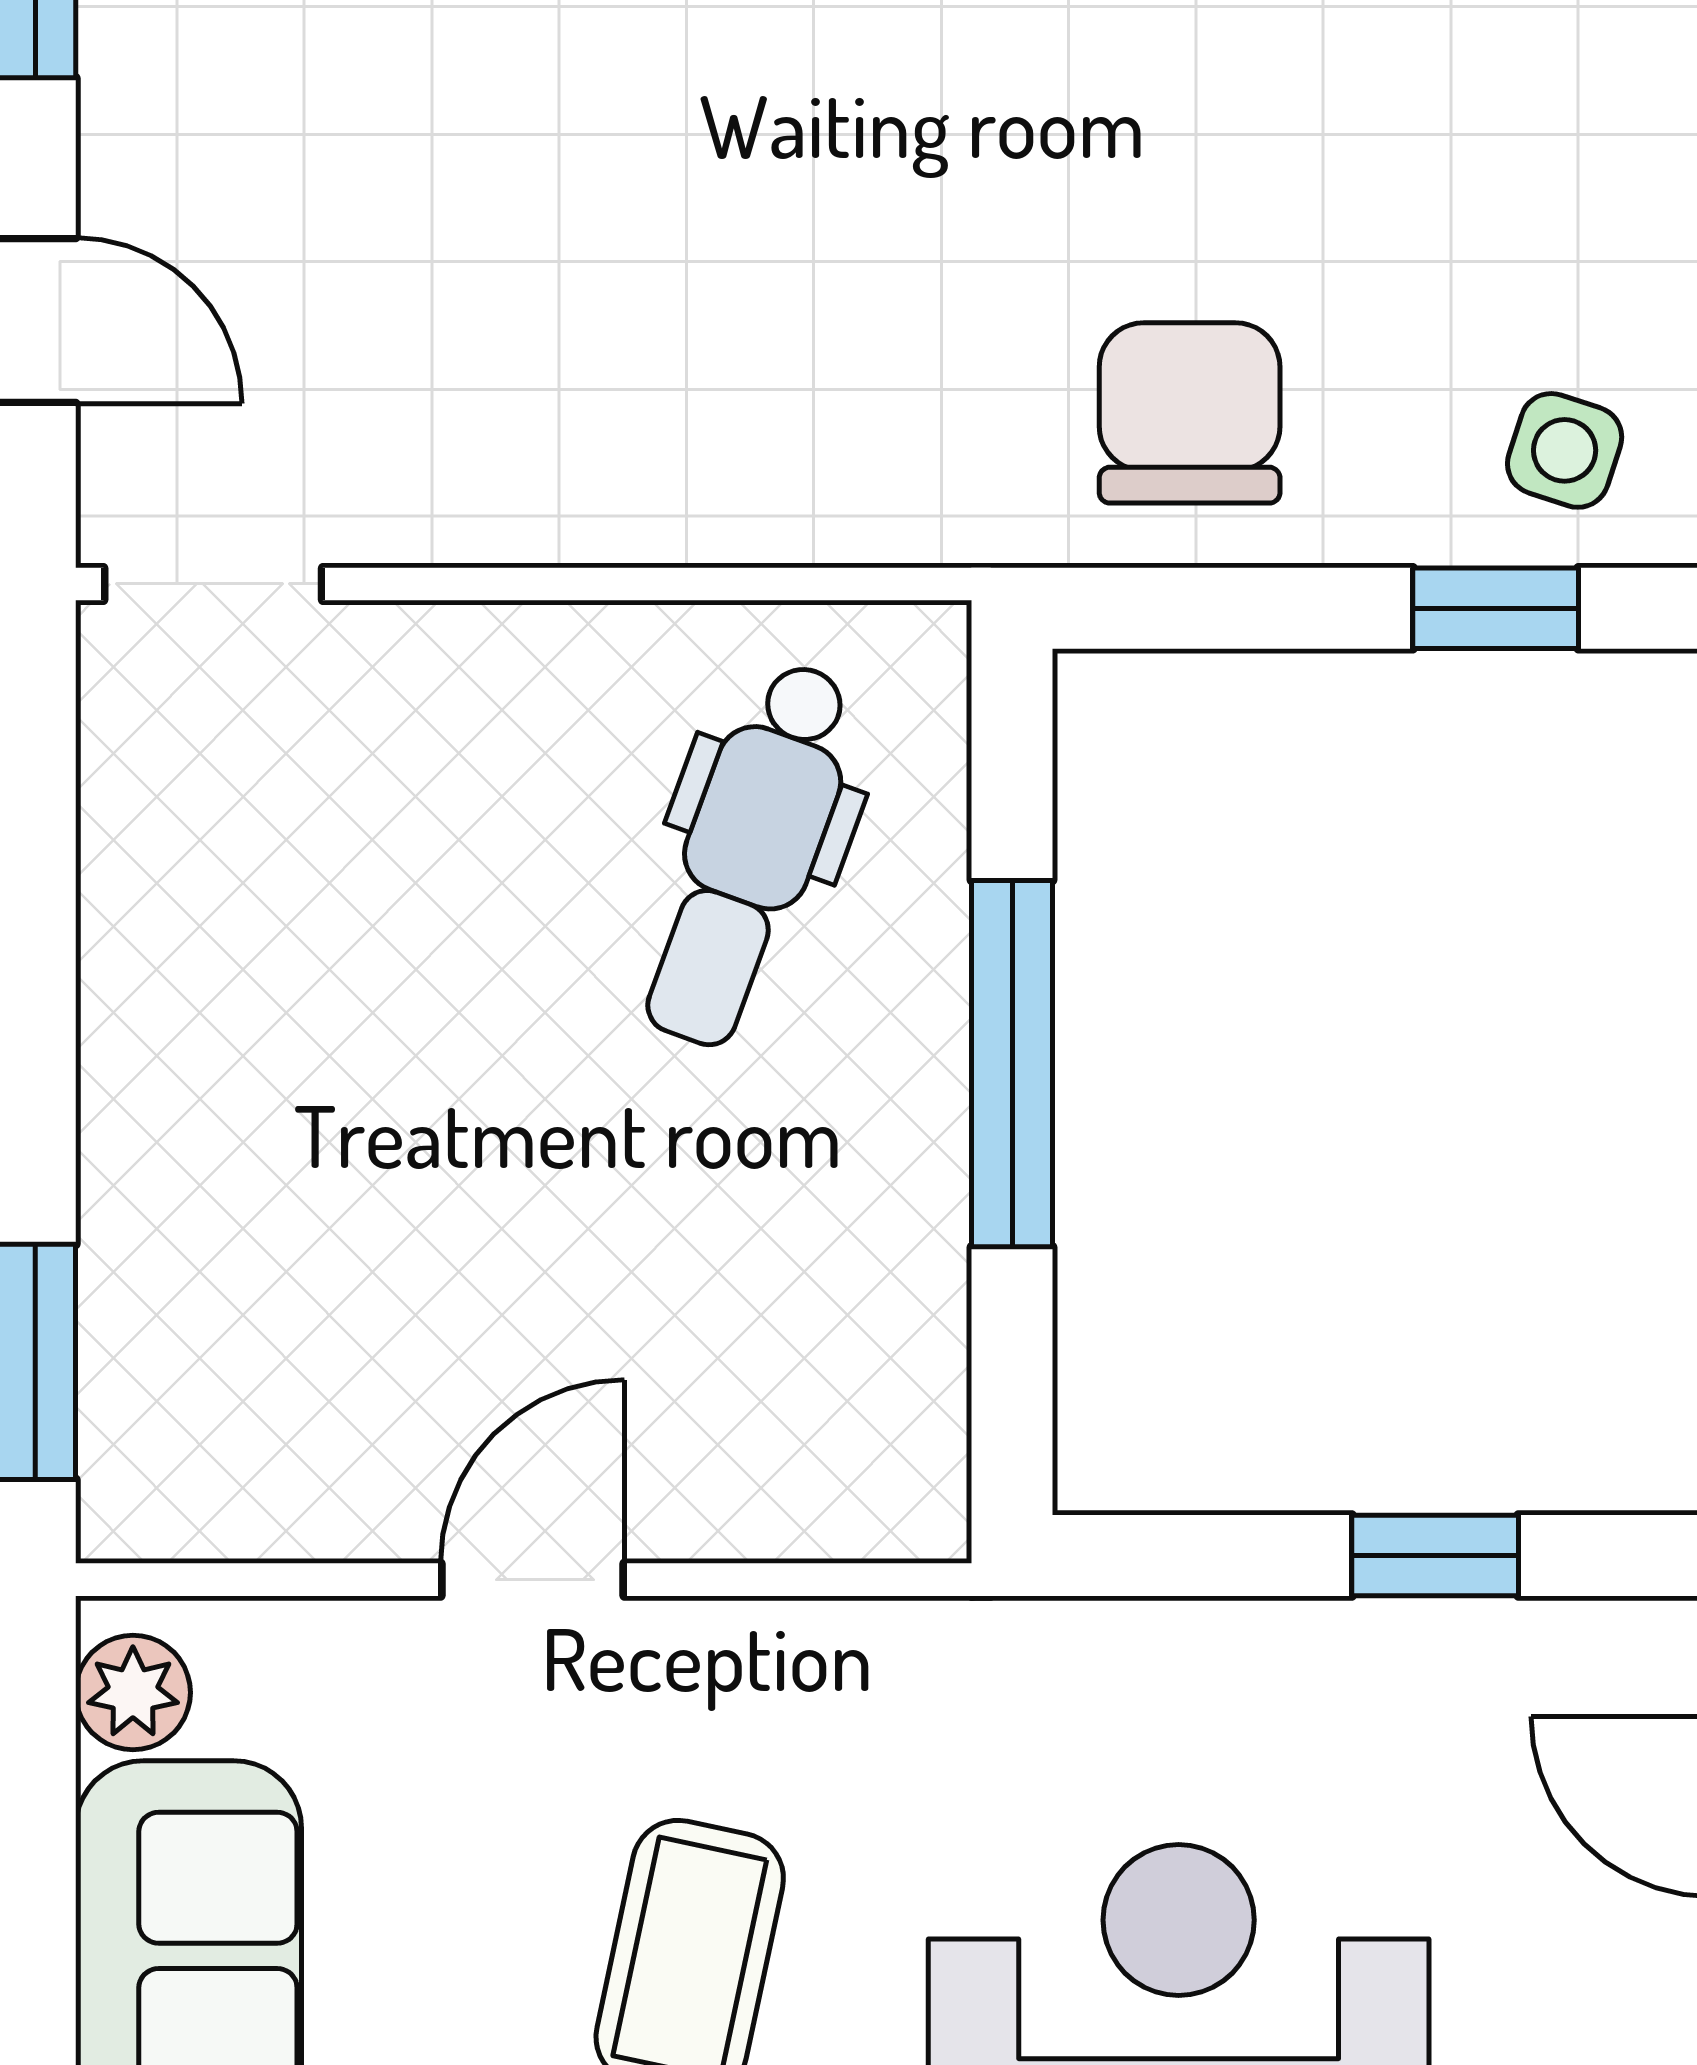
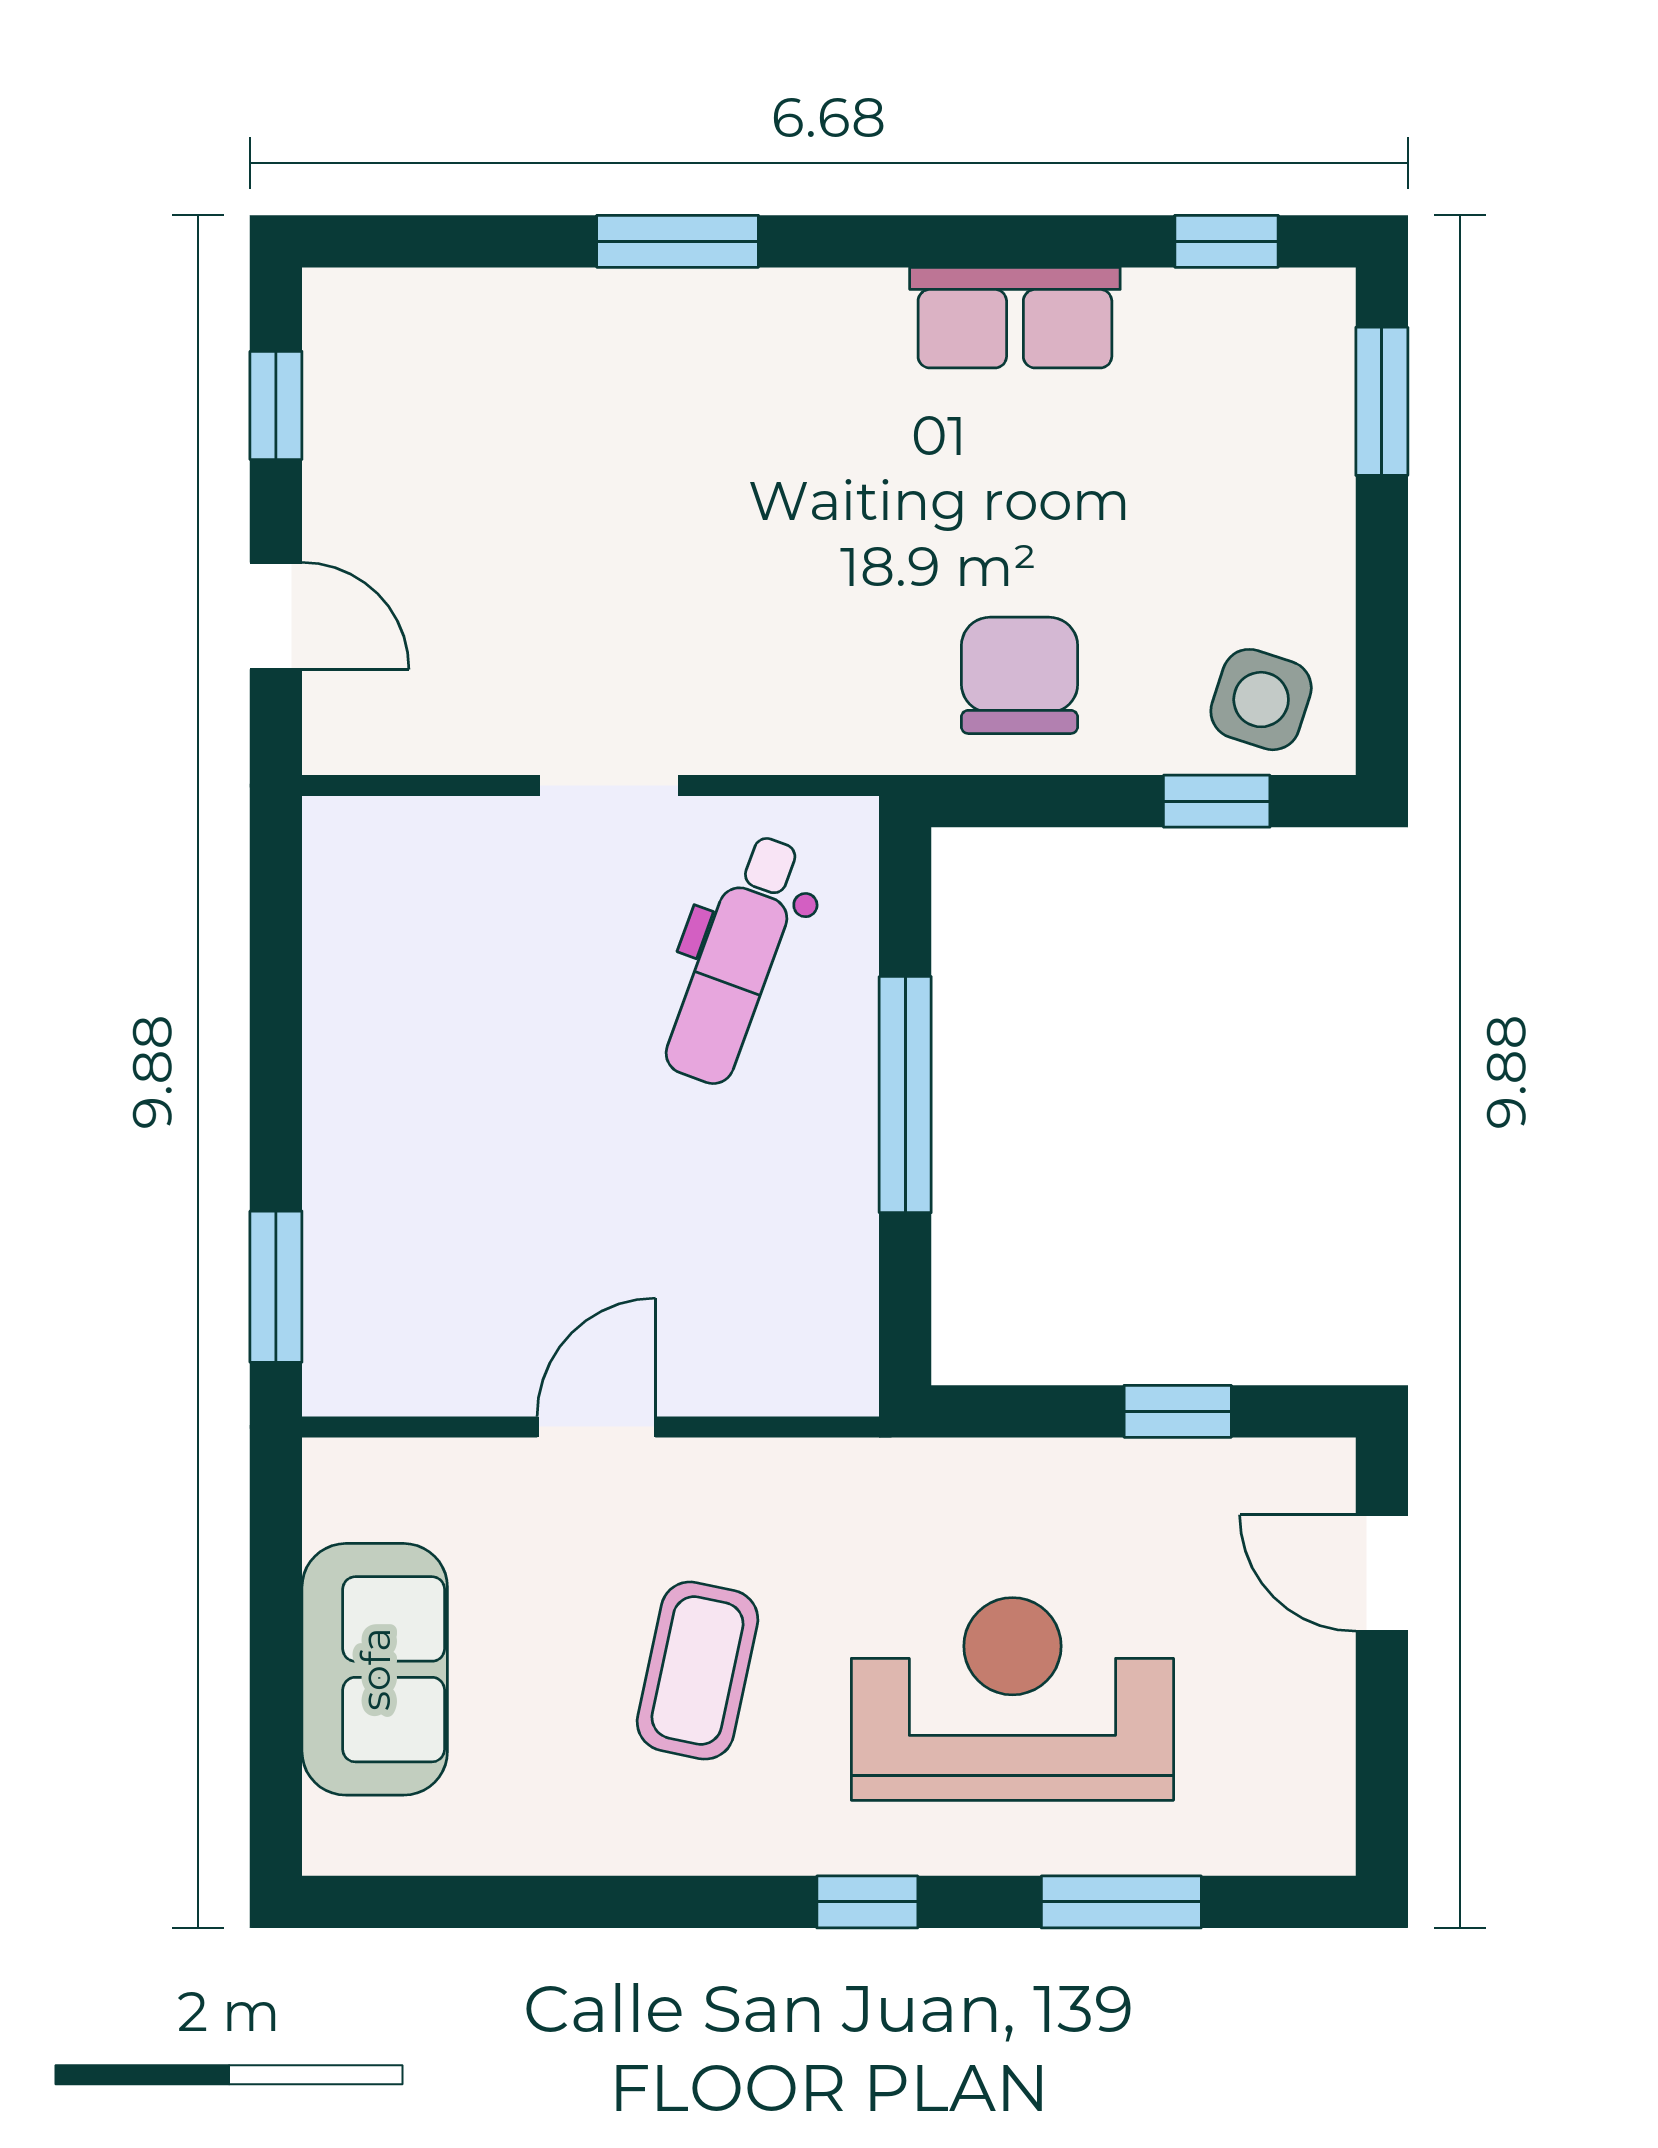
side table: (1565, 450) -> (1261, 700), width x1.37, depth x1.37
doorway: (213, 584) -> (609, 786), moved
plant: (133, 1693) -> (339, 1500), removed

